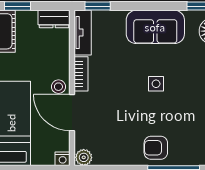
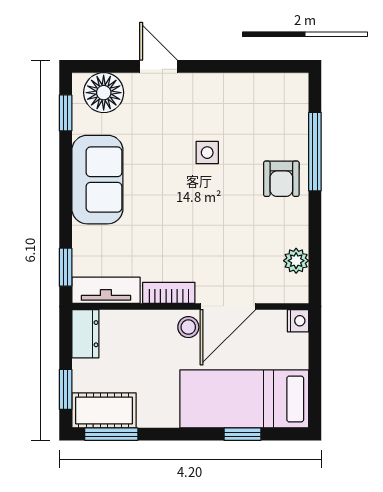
side table: (156, 84) -> (207, 153), moved
plant: (84, 157) -> (296, 261), moved

